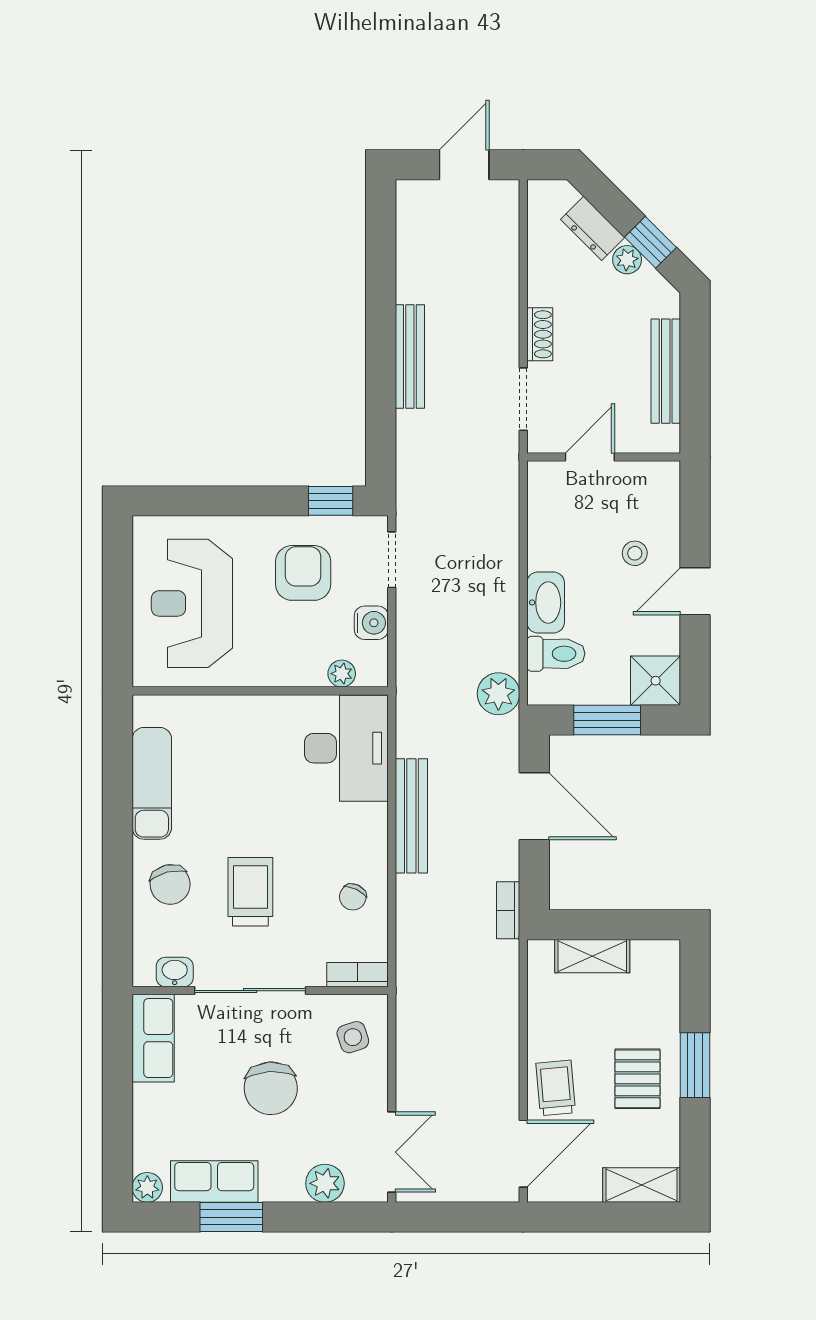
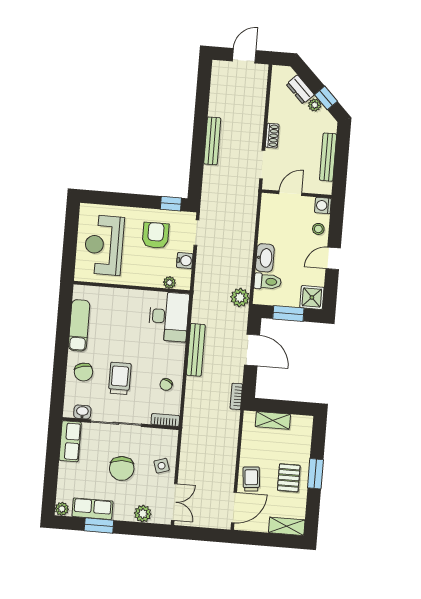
washing machine: (663, 478) -> (323, 206), added
stool: (635, 553) -> (318, 229), moved
side table: (353, 1037) -> (162, 466), moved

